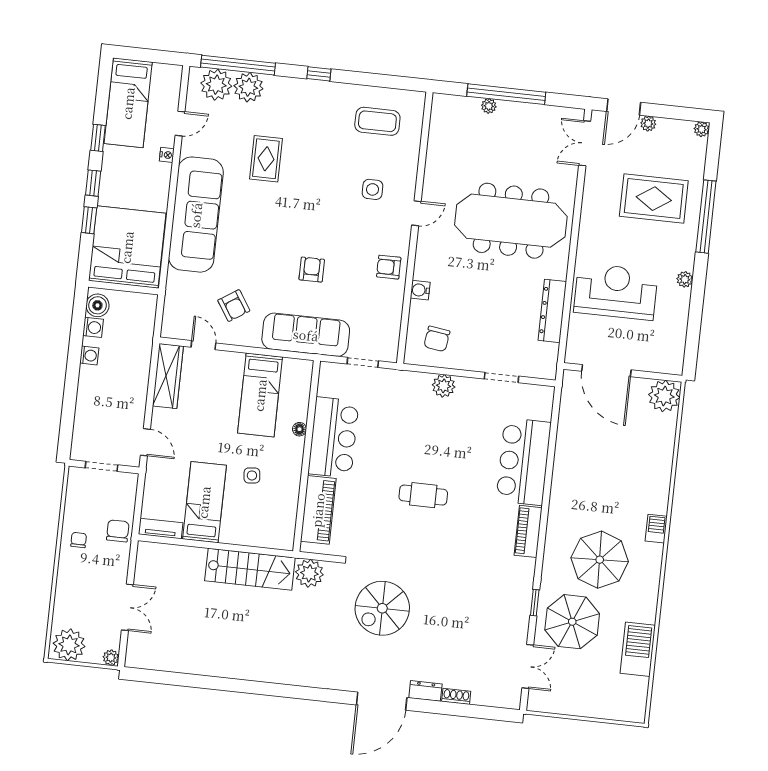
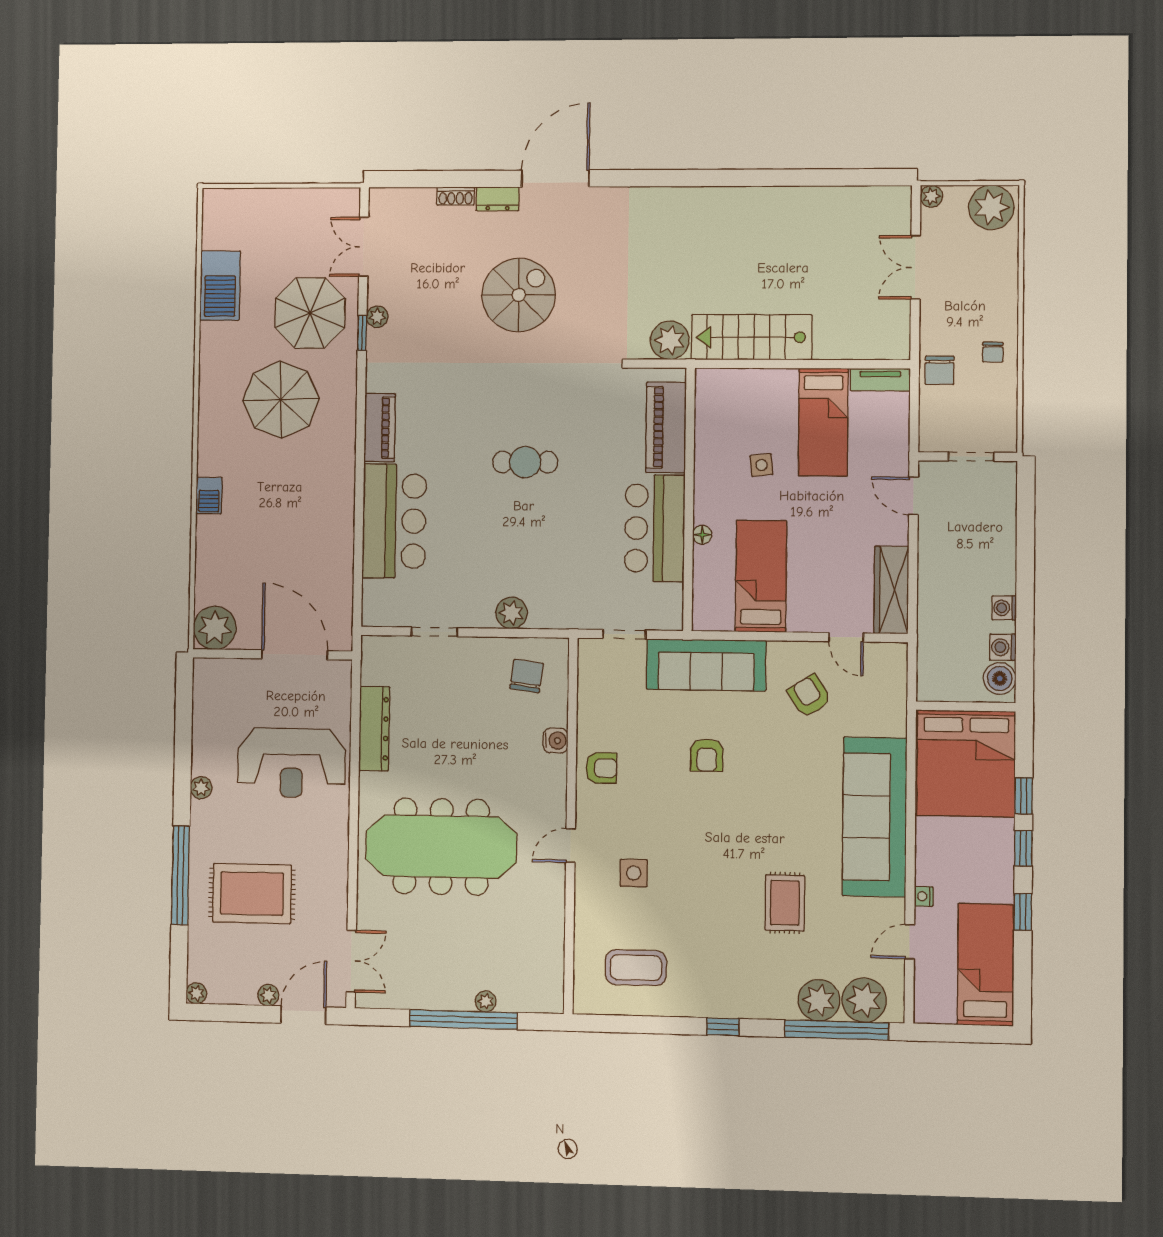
barbecue: (656, 529) -> (209, 496), moved
spiral stairs: (382, 608) -> (519, 295), moved
plant: (522, 614) -> (377, 317), added

